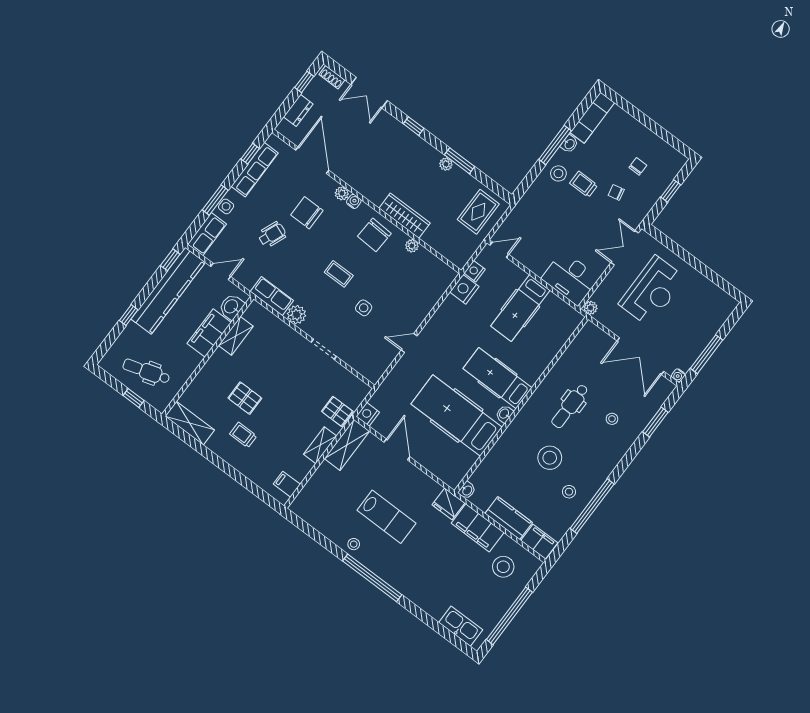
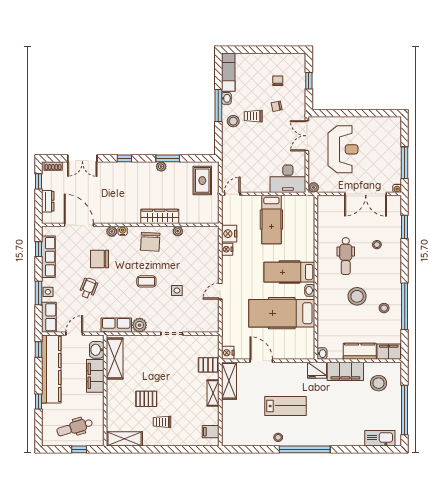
nightstand: (475, 271) -> (227, 249), moved
shelving: (236, 336) -> (115, 358), width x1.50, depth x1.33

